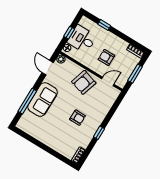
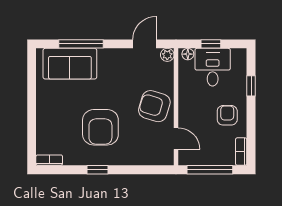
armchair: (106, 57) -> (227, 115), moved
window: (135, 74) -> (210, 170), width x1.44
sofa: (43, 100) -> (70, 64), moved
armchair: (78, 118) -> (100, 127), width x1.88, depth x1.88

